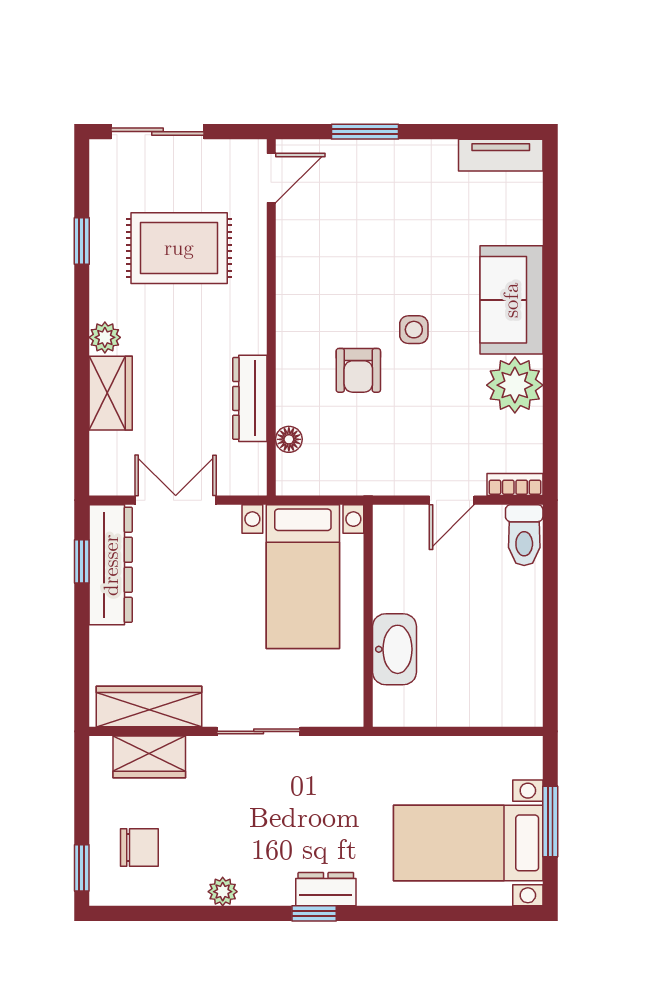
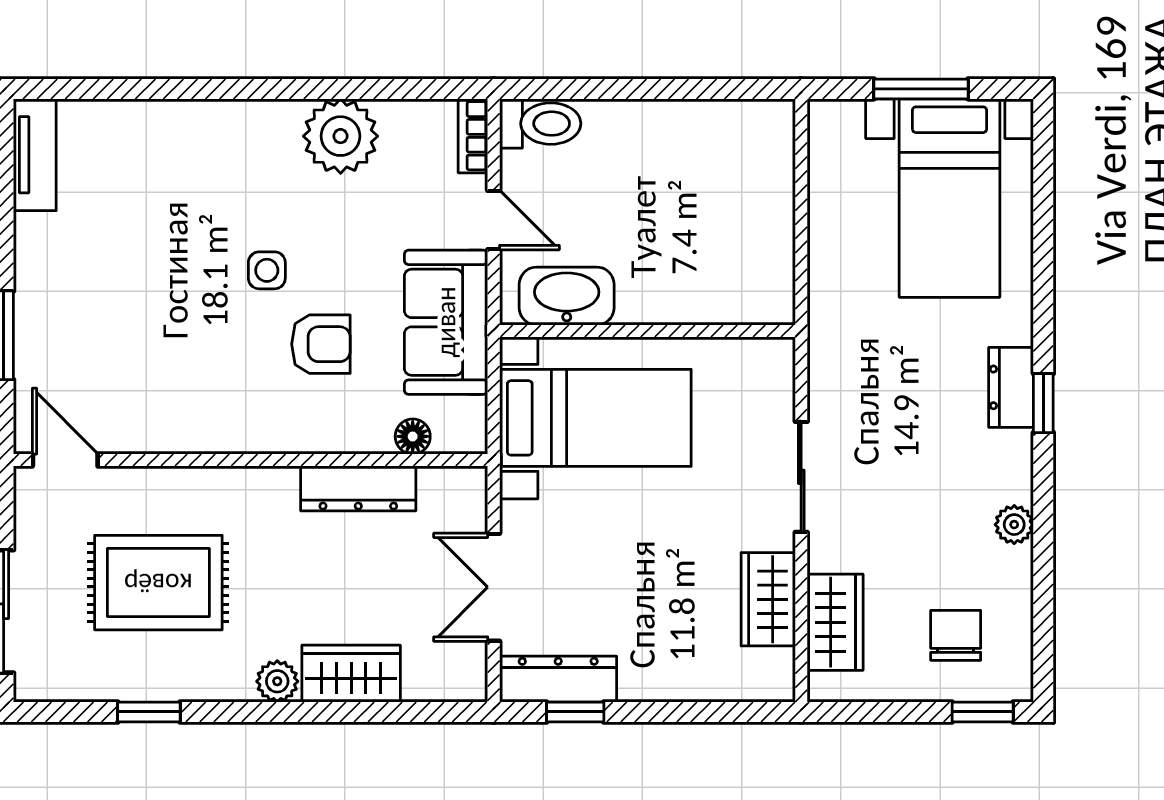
rug: (179, 248) -> (158, 583), turned 90
sofa: (511, 300) -> (446, 322), moved, turned 90
dresser: (111, 565) -> (558, 679), width x0.73, depth x0.80
washbasin: (394, 649) -> (567, 296), moved
wardrobe: (149, 707) -> (768, 599), width x0.67

